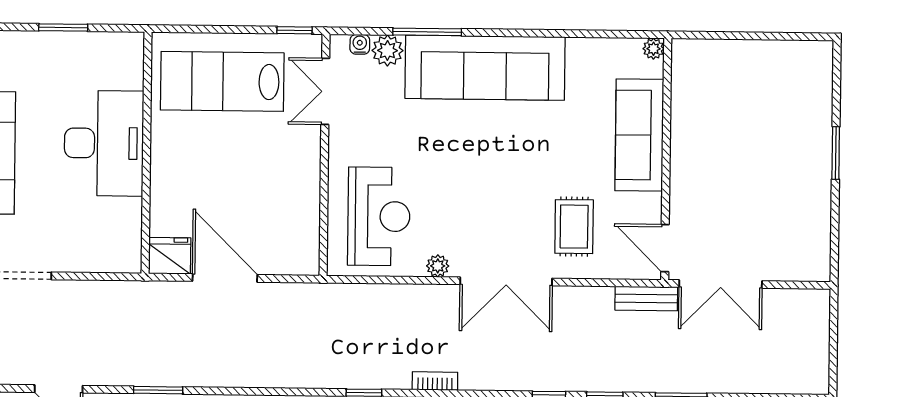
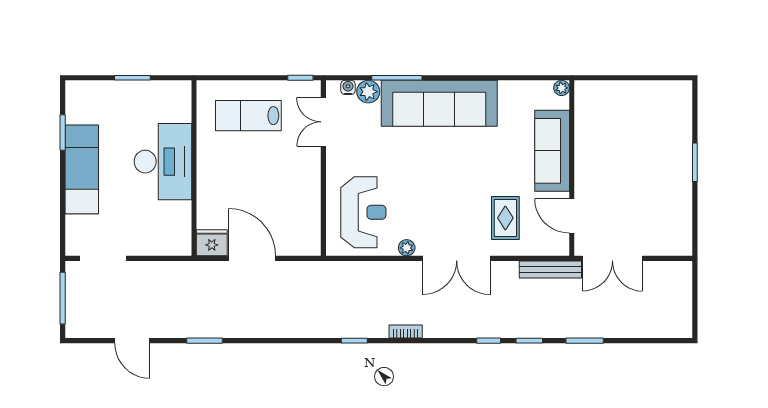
lab bench: (222, 81) -> (248, 116), width x0.73, depth x0.72
door: (665, 248) -> (572, 216), moved
bench: (646, 298) -> (550, 270), width x1.36

